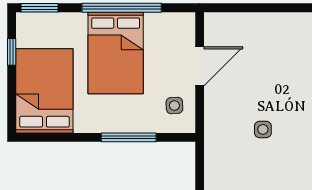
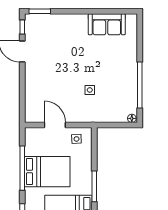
window: (129, 137) -> (94, 186), moved

